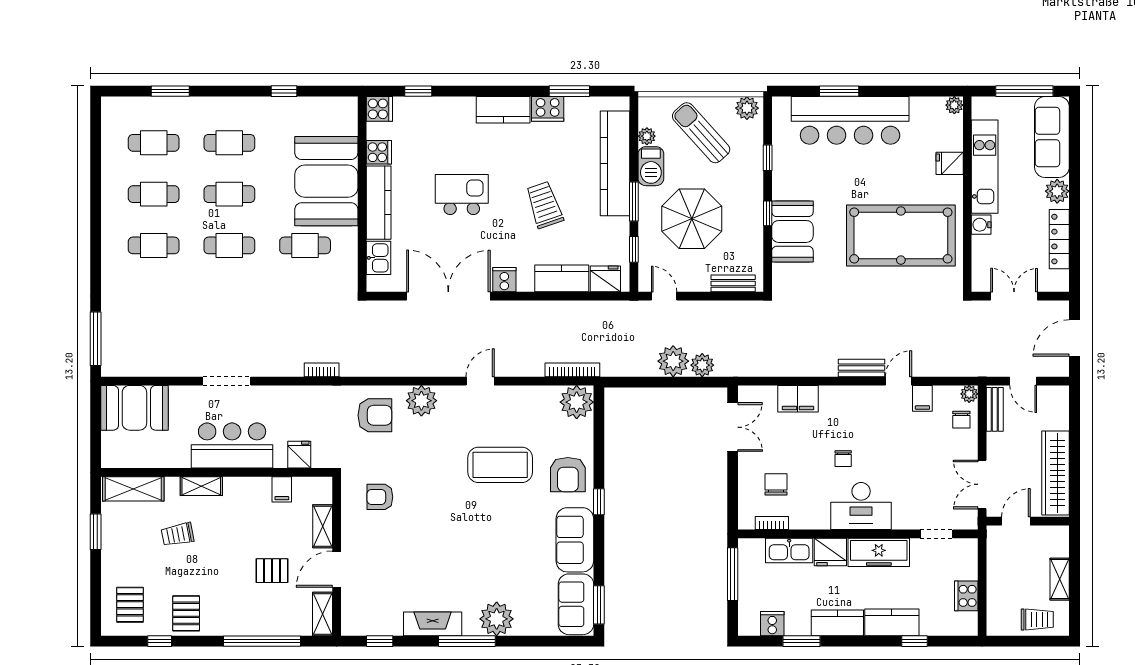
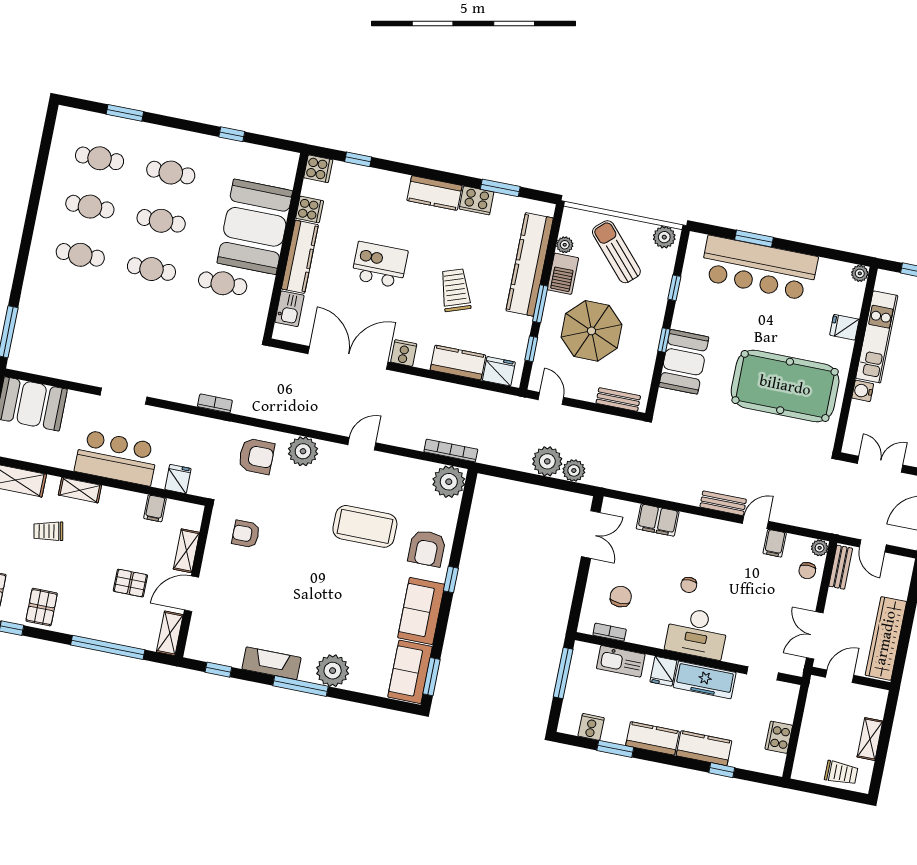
fridge: (830, 552) -> (663, 671), width x0.72

